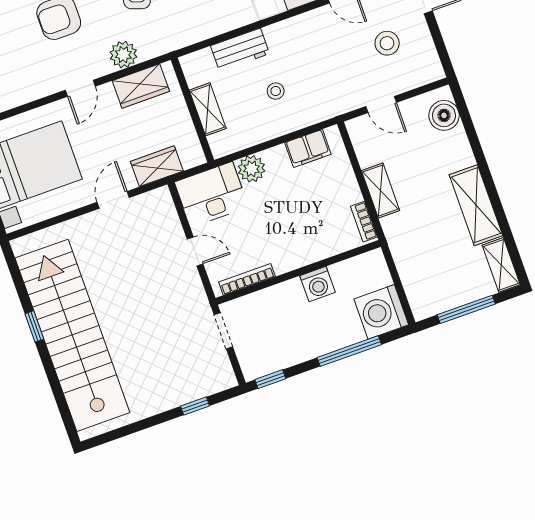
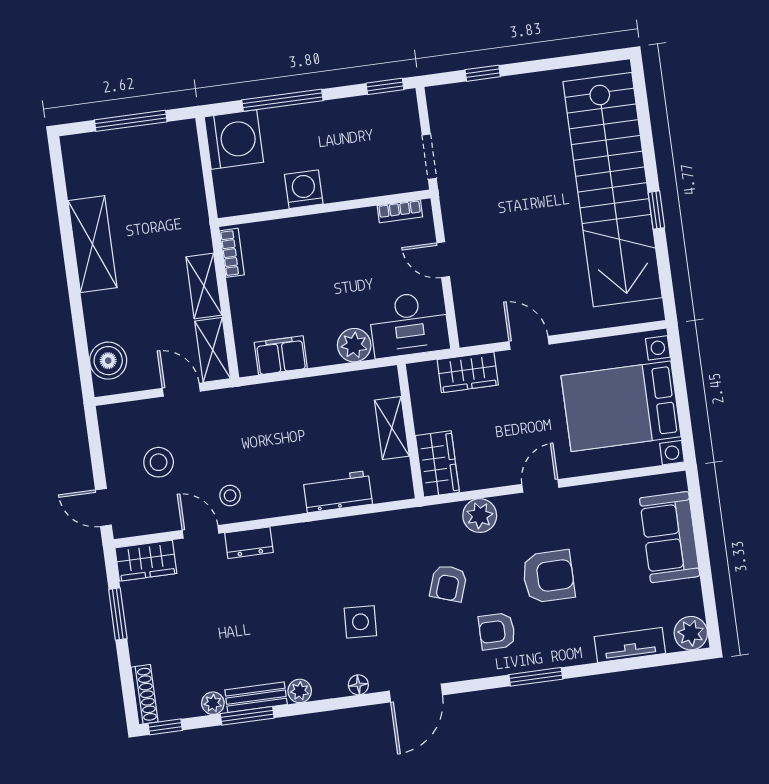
wardrobe: (141, 86) -> (437, 464), moved, turned 90
stool: (276, 91) -> (230, 496), moved
door: (113, 200) -> (529, 343), swing flipped
shelving: (501, 265) -> (213, 350), moved
bookcase: (247, 279) -> (400, 211), width x0.64

